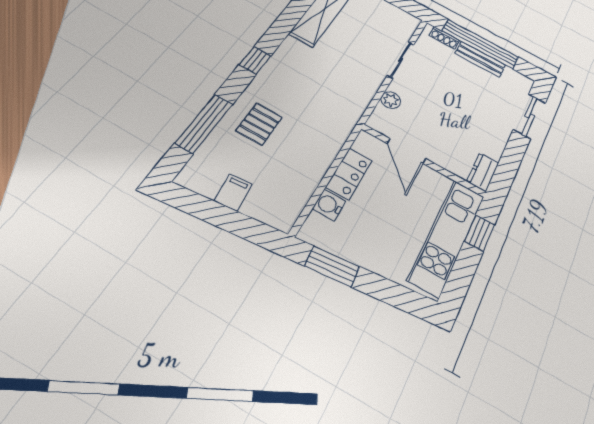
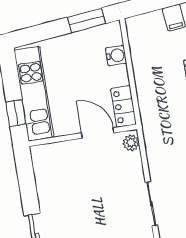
plant: (391, 100) -> (131, 143), moved
dresser: (483, 172) -> (40, 160), removed
locker: (349, 174) -> (123, 106), moved

